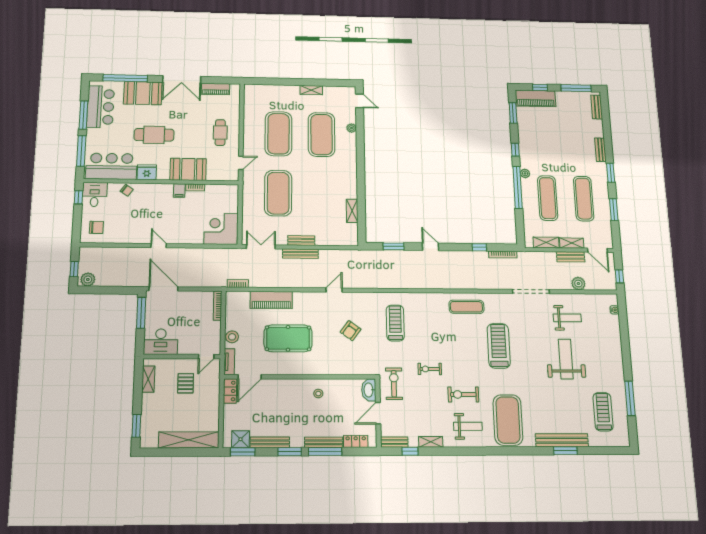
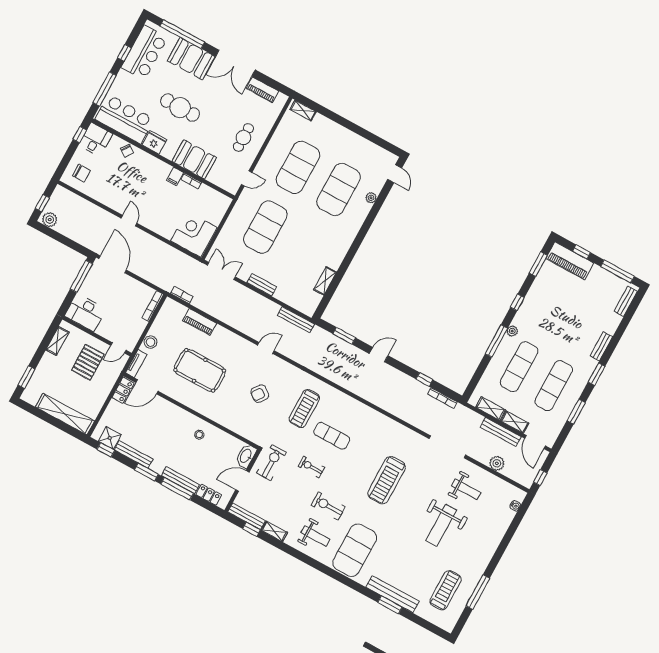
shelving: (311, 90) -> (303, 111), moved
window: (83, 115) -> (124, 53), width x0.46
window: (518, 187) -> (496, 341), width x0.68
door: (431, 247) -> (379, 355), hinge flipped
bench: (300, 254) -> (296, 320), moved
bench: (571, 257) -> (501, 432), width x1.36
piano: (271, 300) -> (200, 322), width x0.73, depth x0.75
exercise mat: (466, 307) -> (332, 436), moved
treadmill: (395, 323) -> (304, 408), turned 180
treadmill: (499, 346) -> (387, 480), turned 180
weight bench: (566, 359) -> (441, 525), turned 180
pallet: (186, 383) -> (88, 362), width x1.50, depth x1.42
bench: (394, 442) -> (247, 516), width x1.36
window: (243, 452) -> (106, 450), width x0.67

